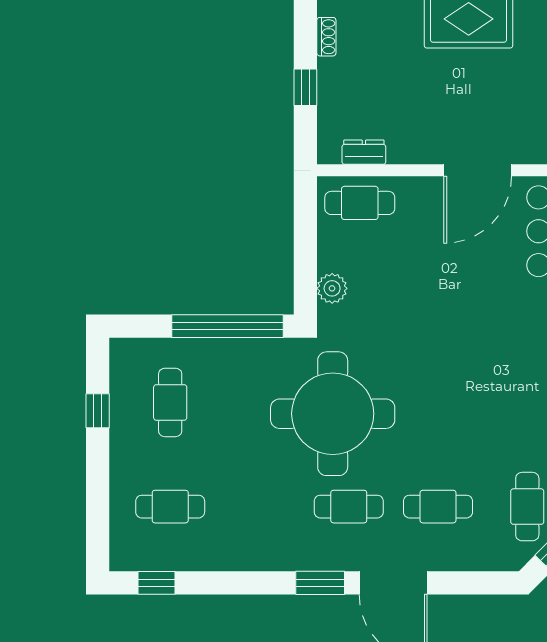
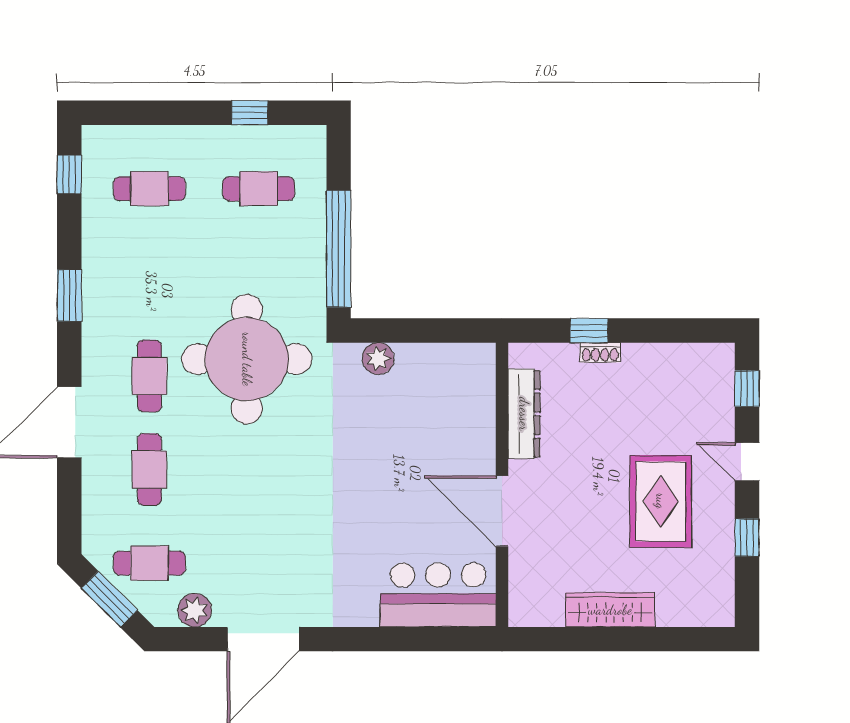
shoe rack: (326, 37) -> (600, 352), moved
dresser: (364, 152) -> (524, 414), width x1.96, depth x1.24
cafe table: (360, 203) -> (468, 387), removed
cafe table: (170, 507) -> (149, 189), turned 90
window: (320, 583) -> (69, 295), moved

